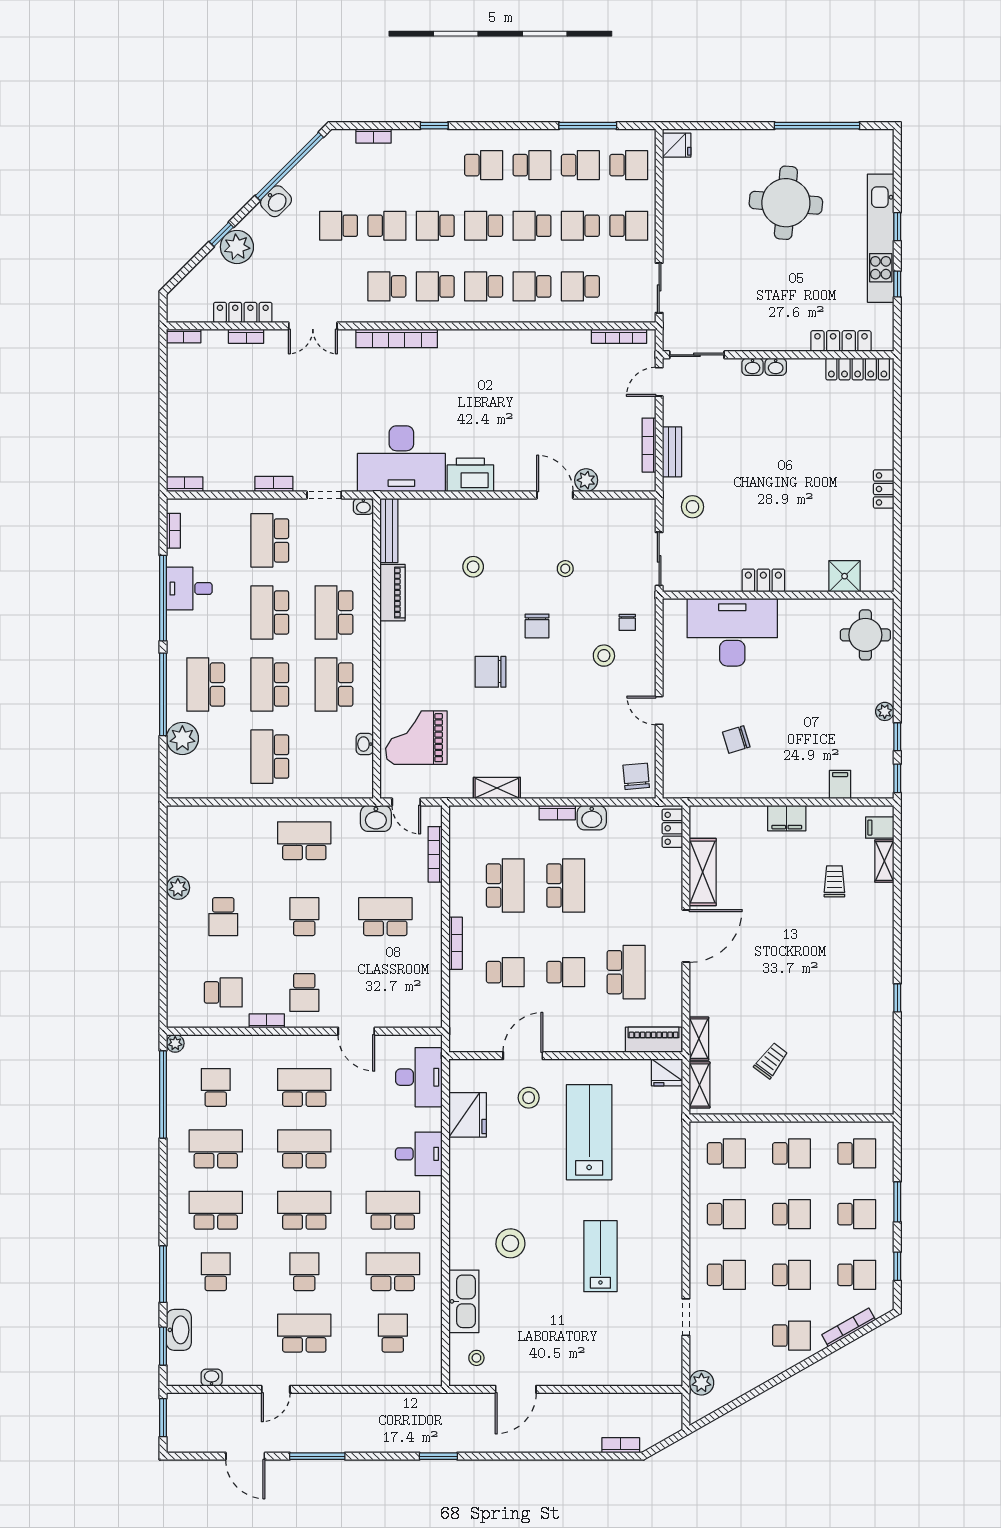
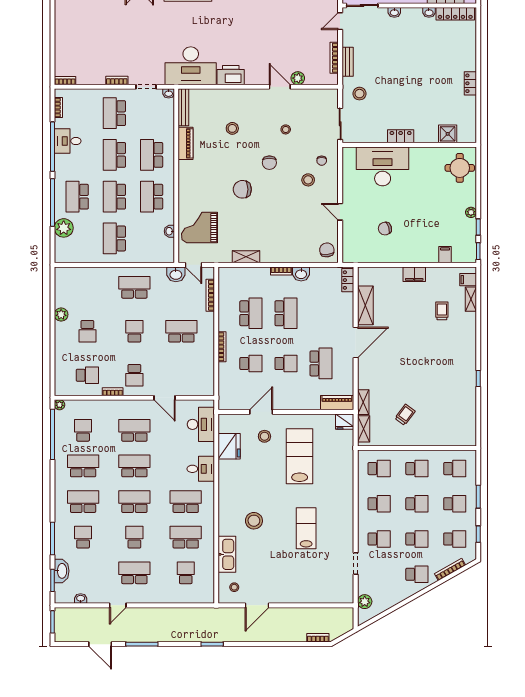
washbasin: (776, 367) -> (429, 12), moved

